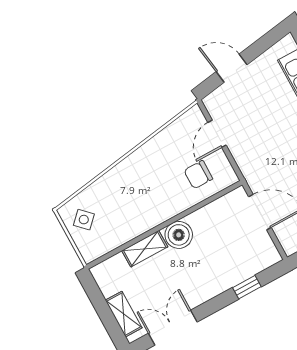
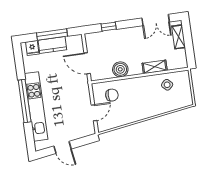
door: (232, 68) -> (63, 147), moved
side table: (84, 220) -> (167, 85), moved
boiler: (179, 235) -> (120, 69), moved

